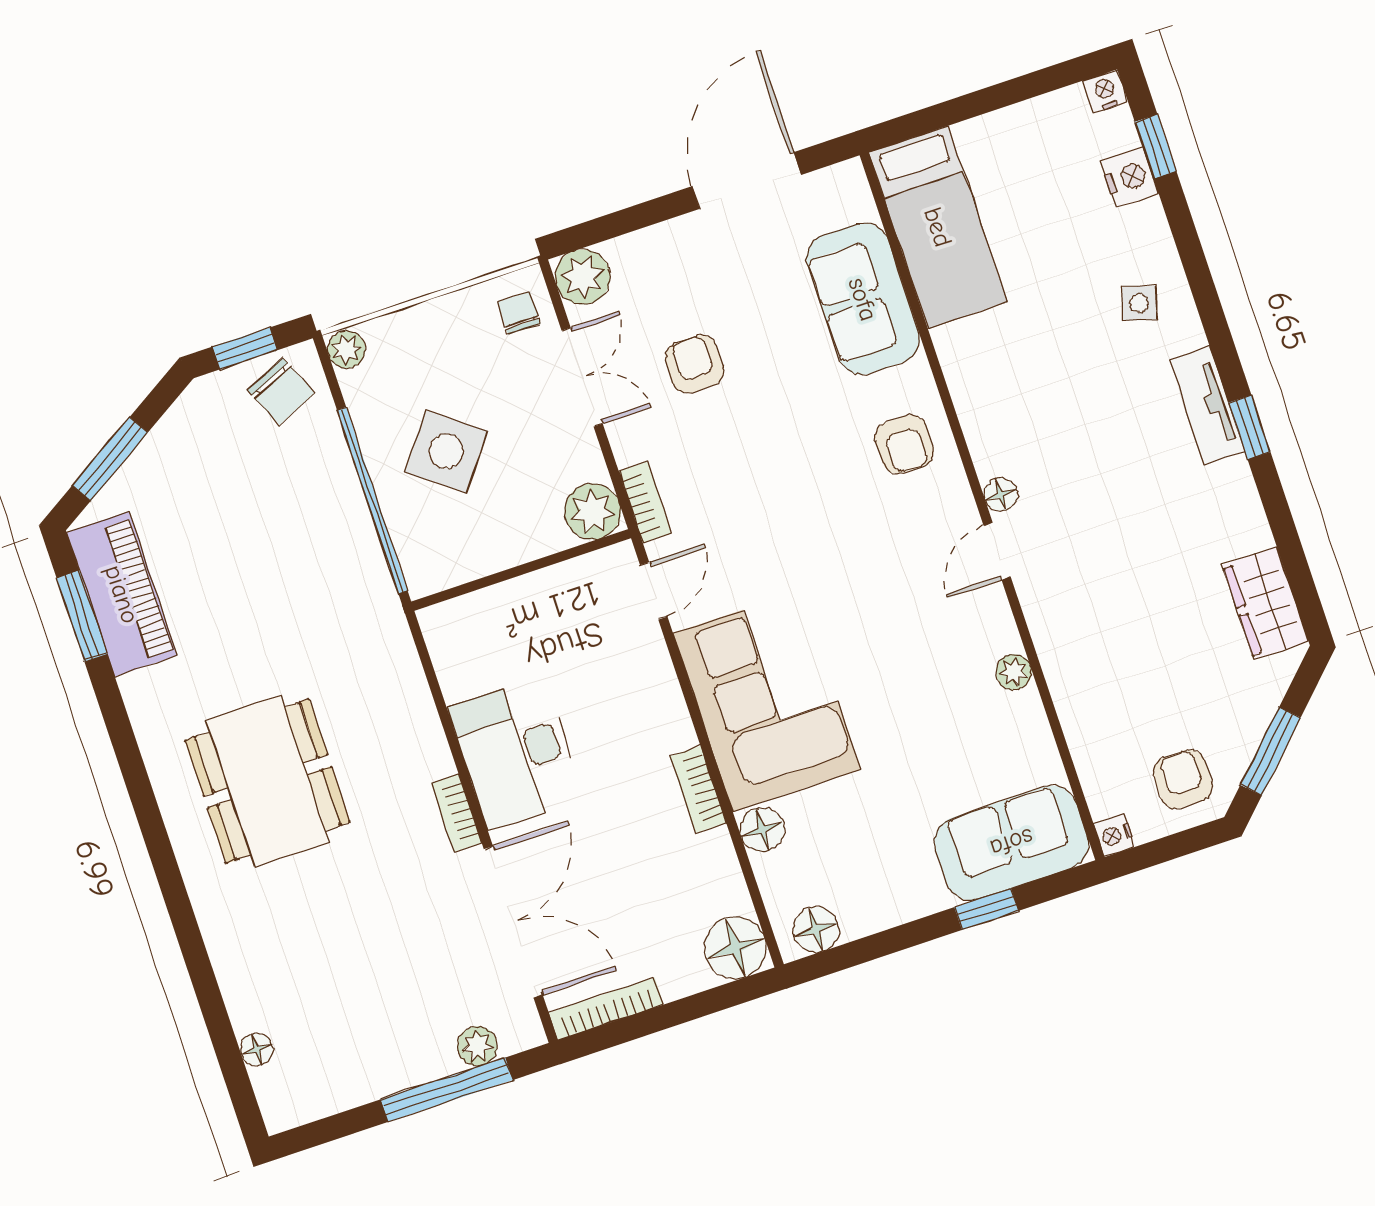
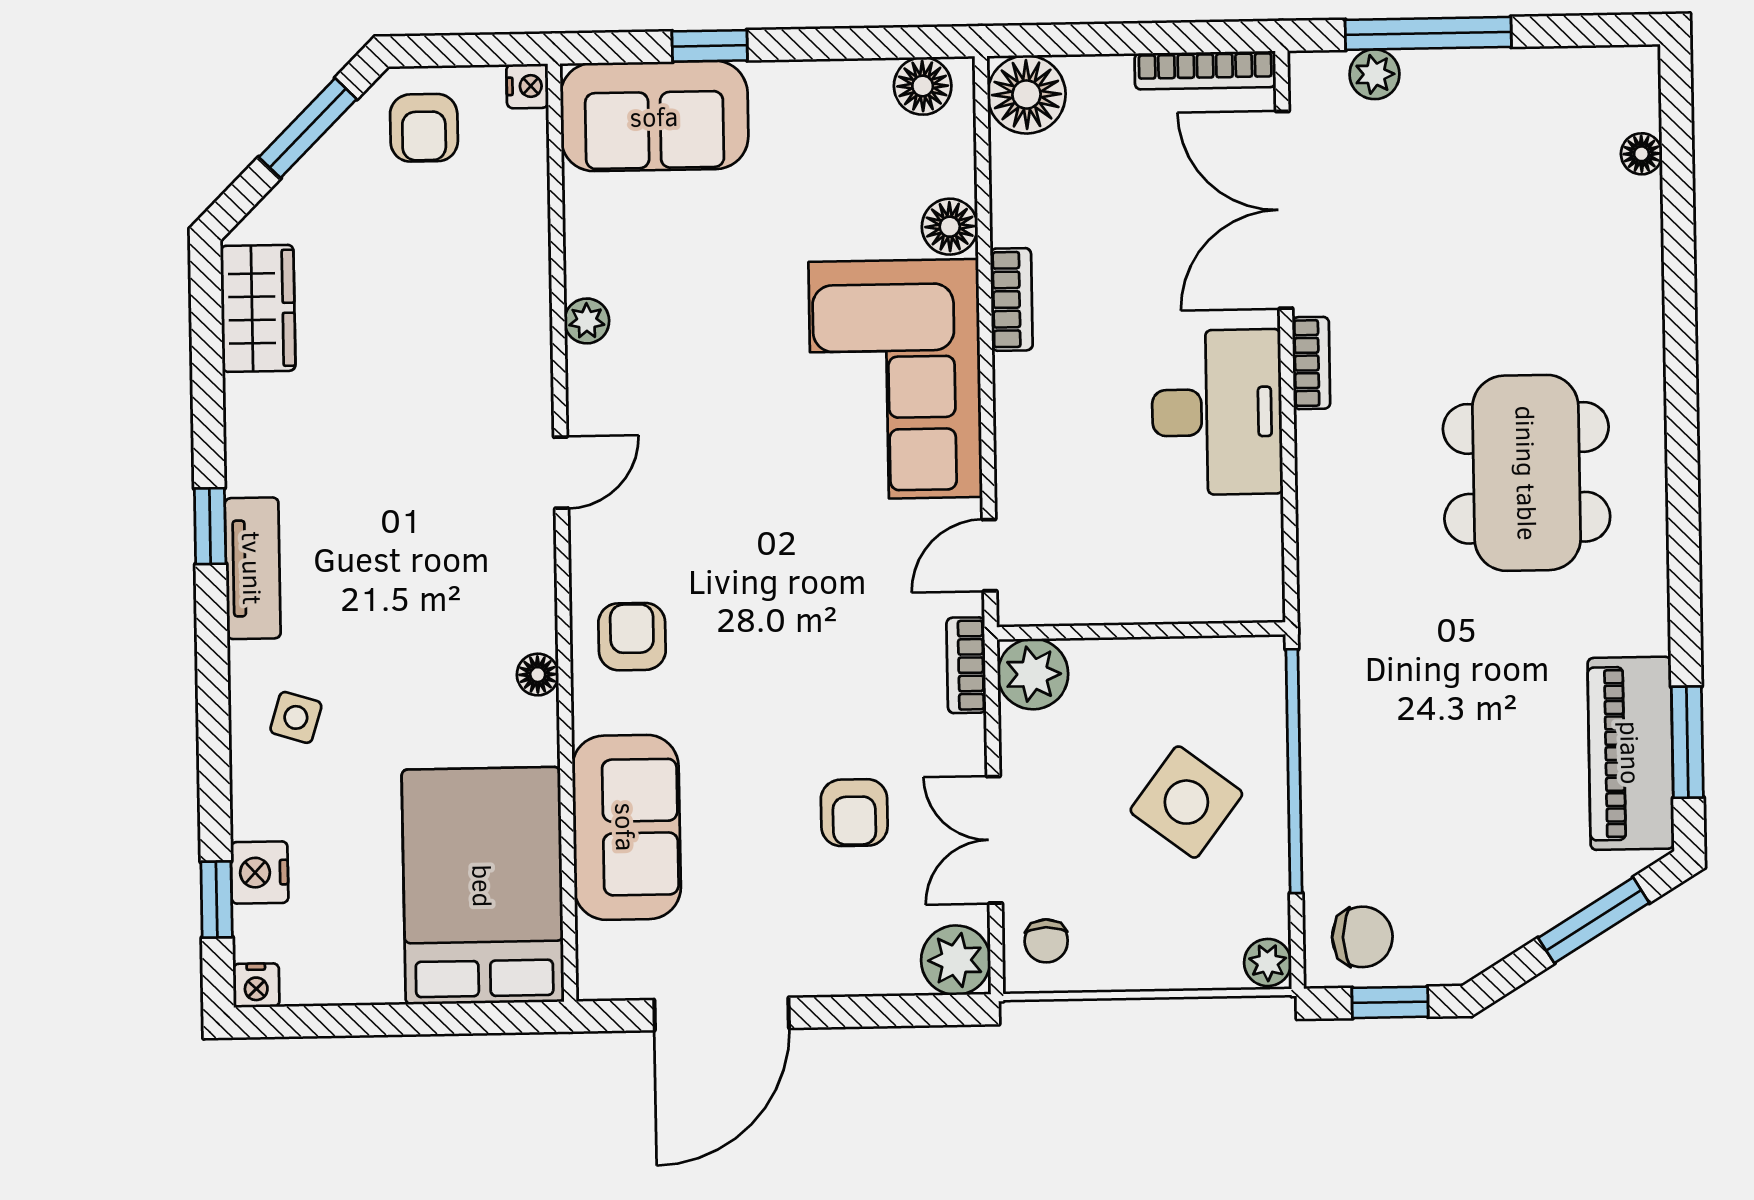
bed: (938, 227) -> (483, 886), width x1.50
chair: (281, 391) -> (1362, 937), turned 114
floor lamp: (1001, 494) -> (538, 675), moved

